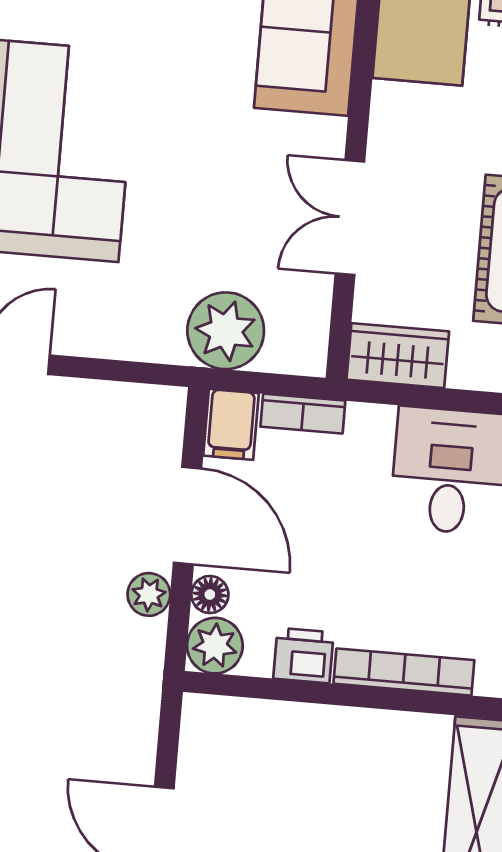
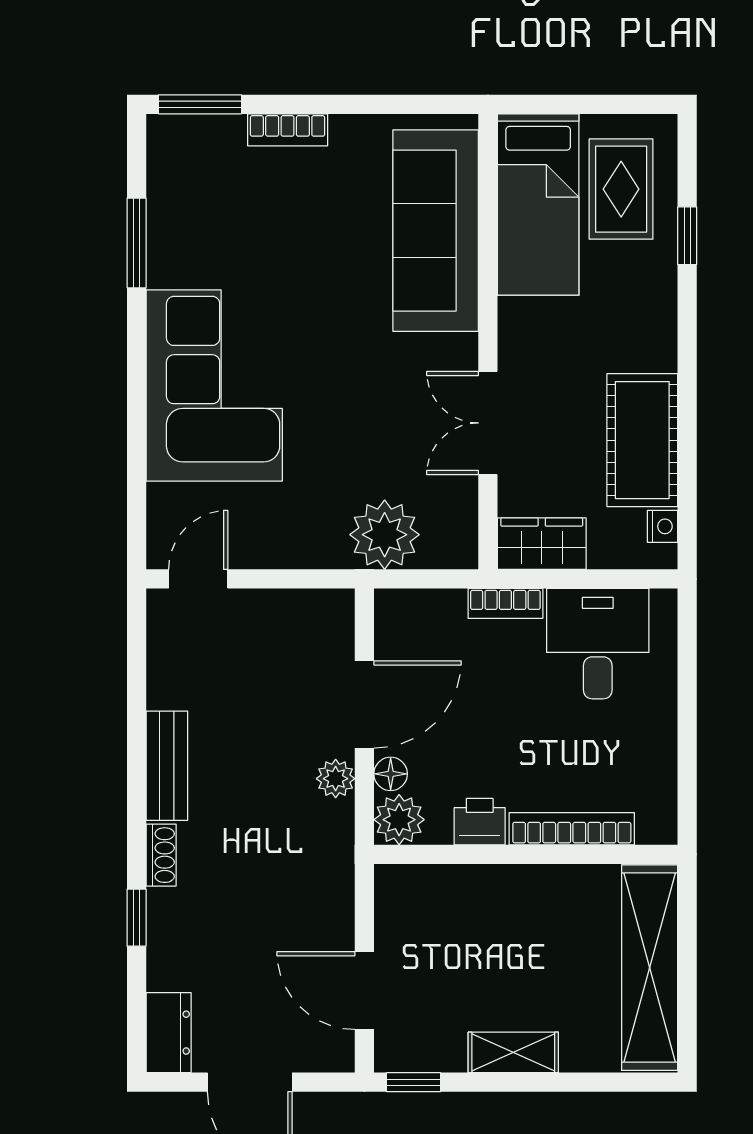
bookcase: (303, 414) -> (505, 603), moved
filing cabinet: (231, 424) -> (397, 619), removed
door: (188, 516) -> (364, 704), hinge flipped

